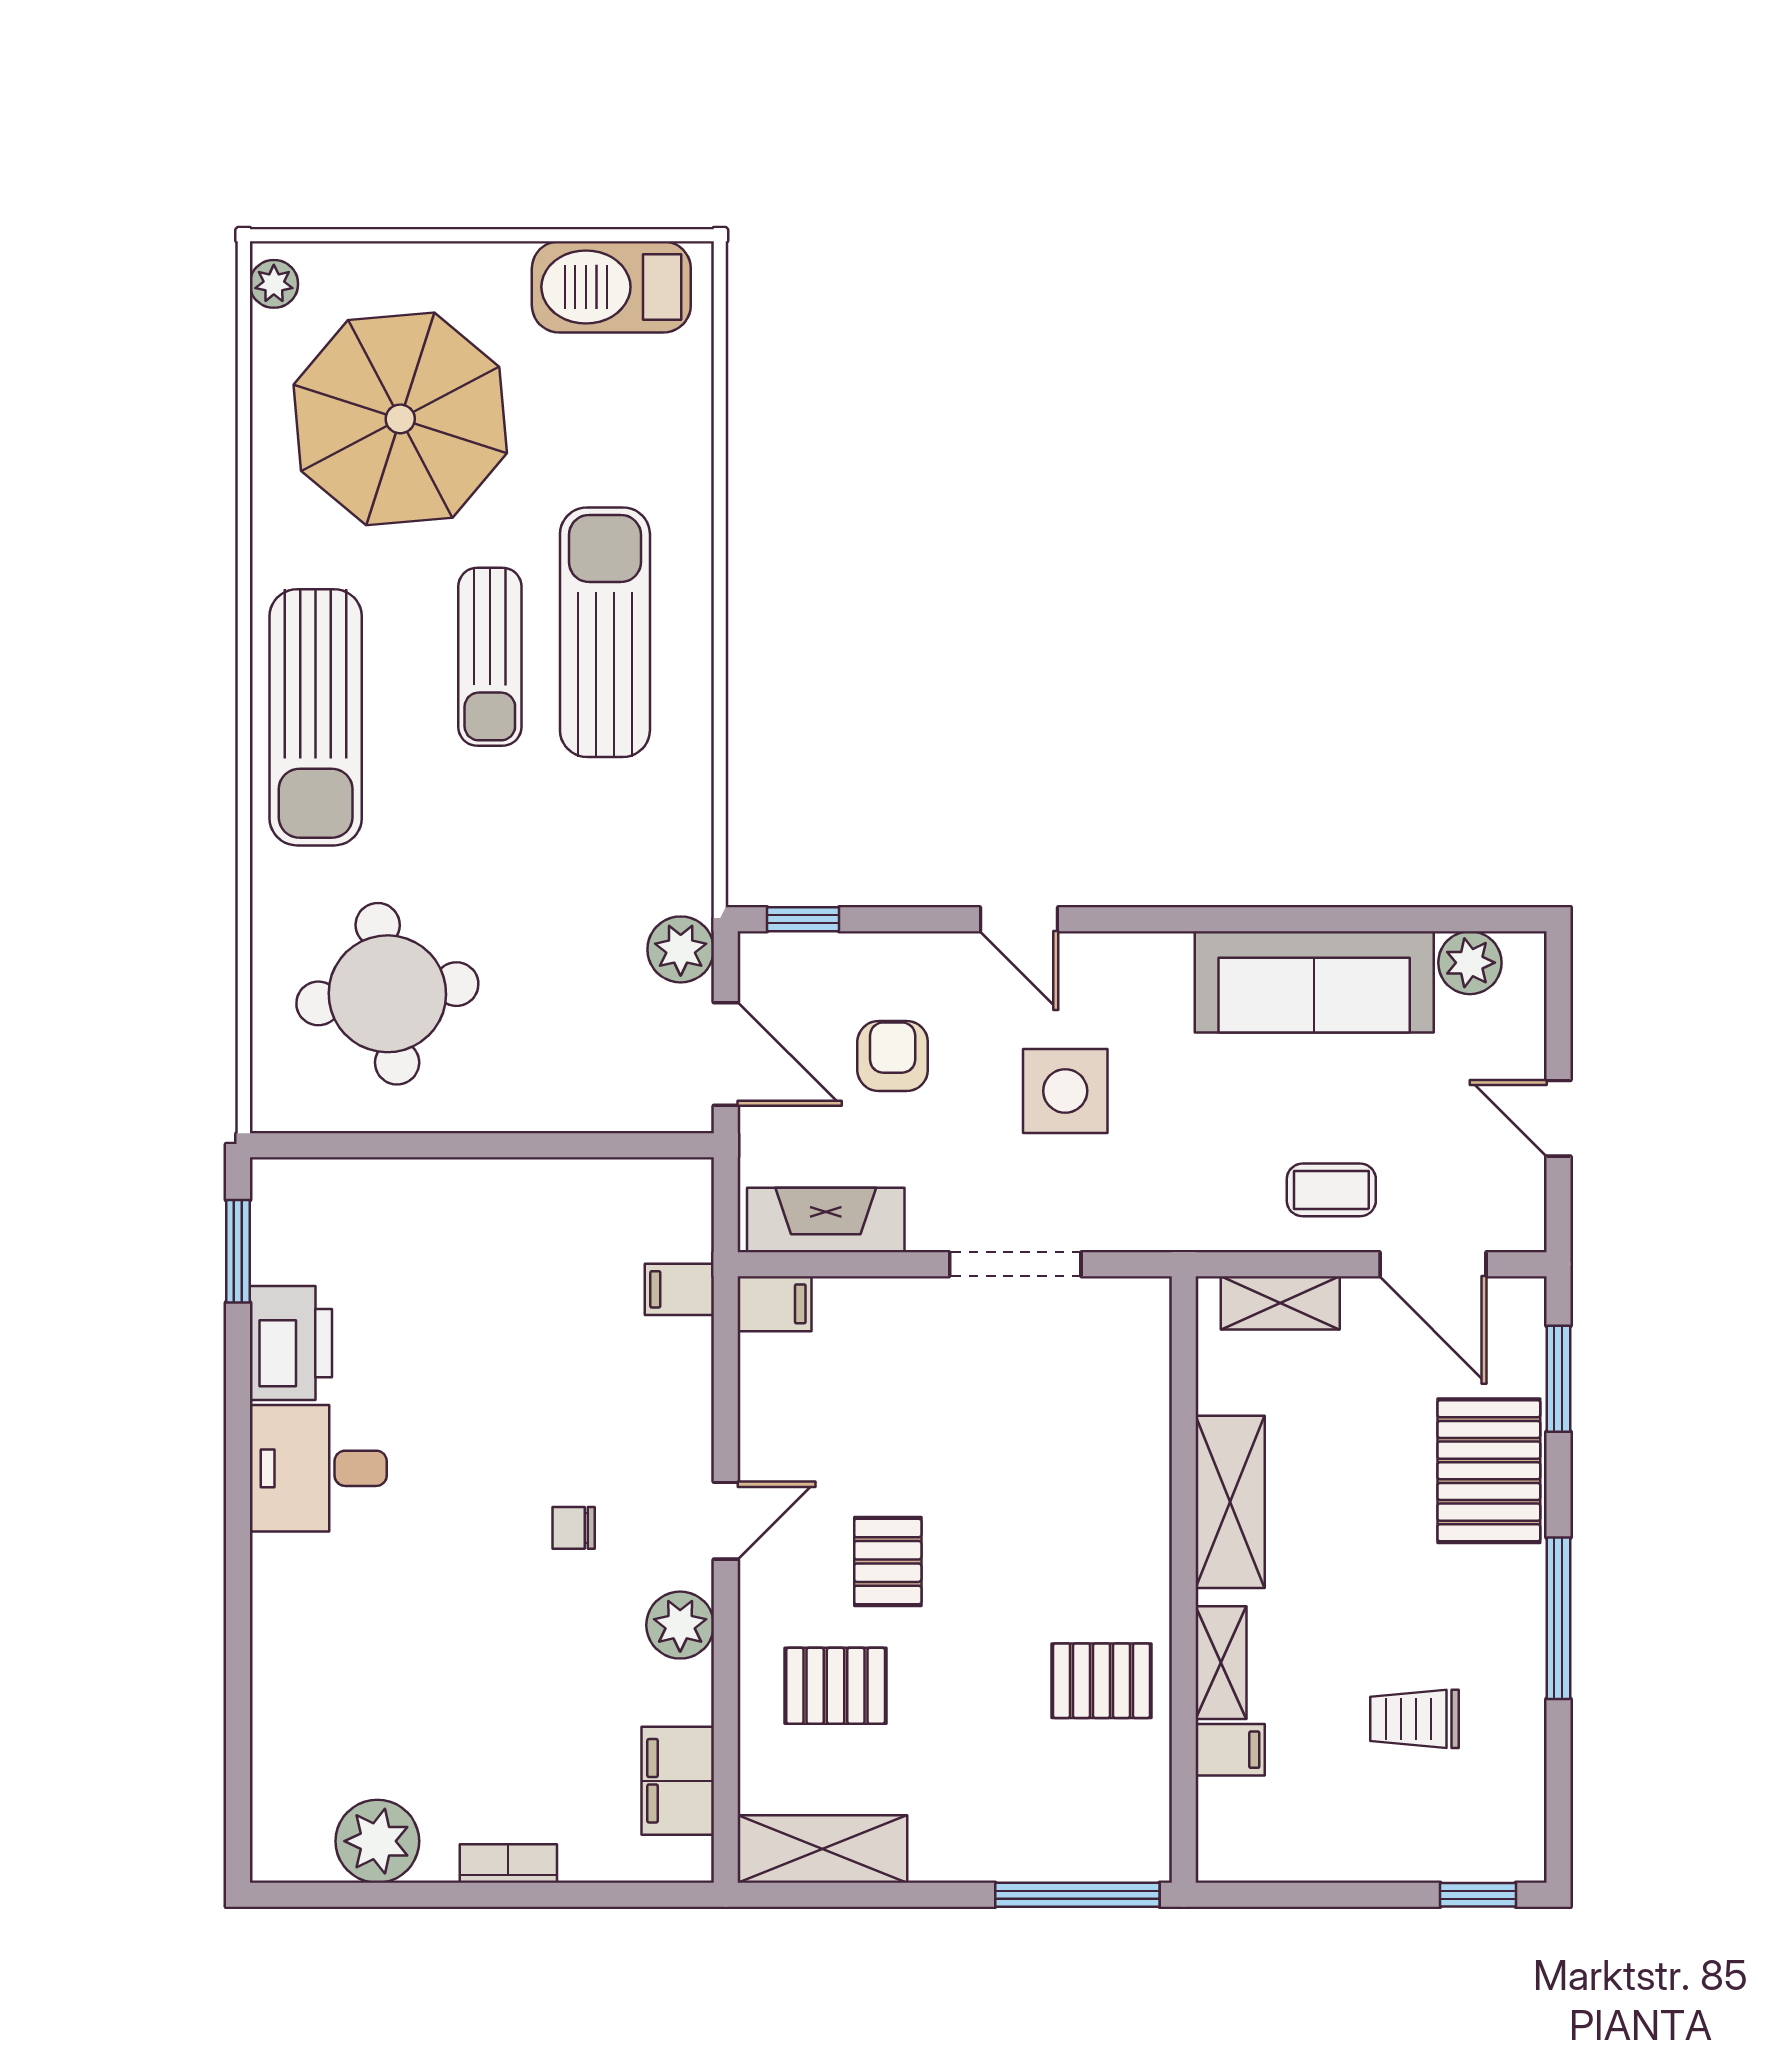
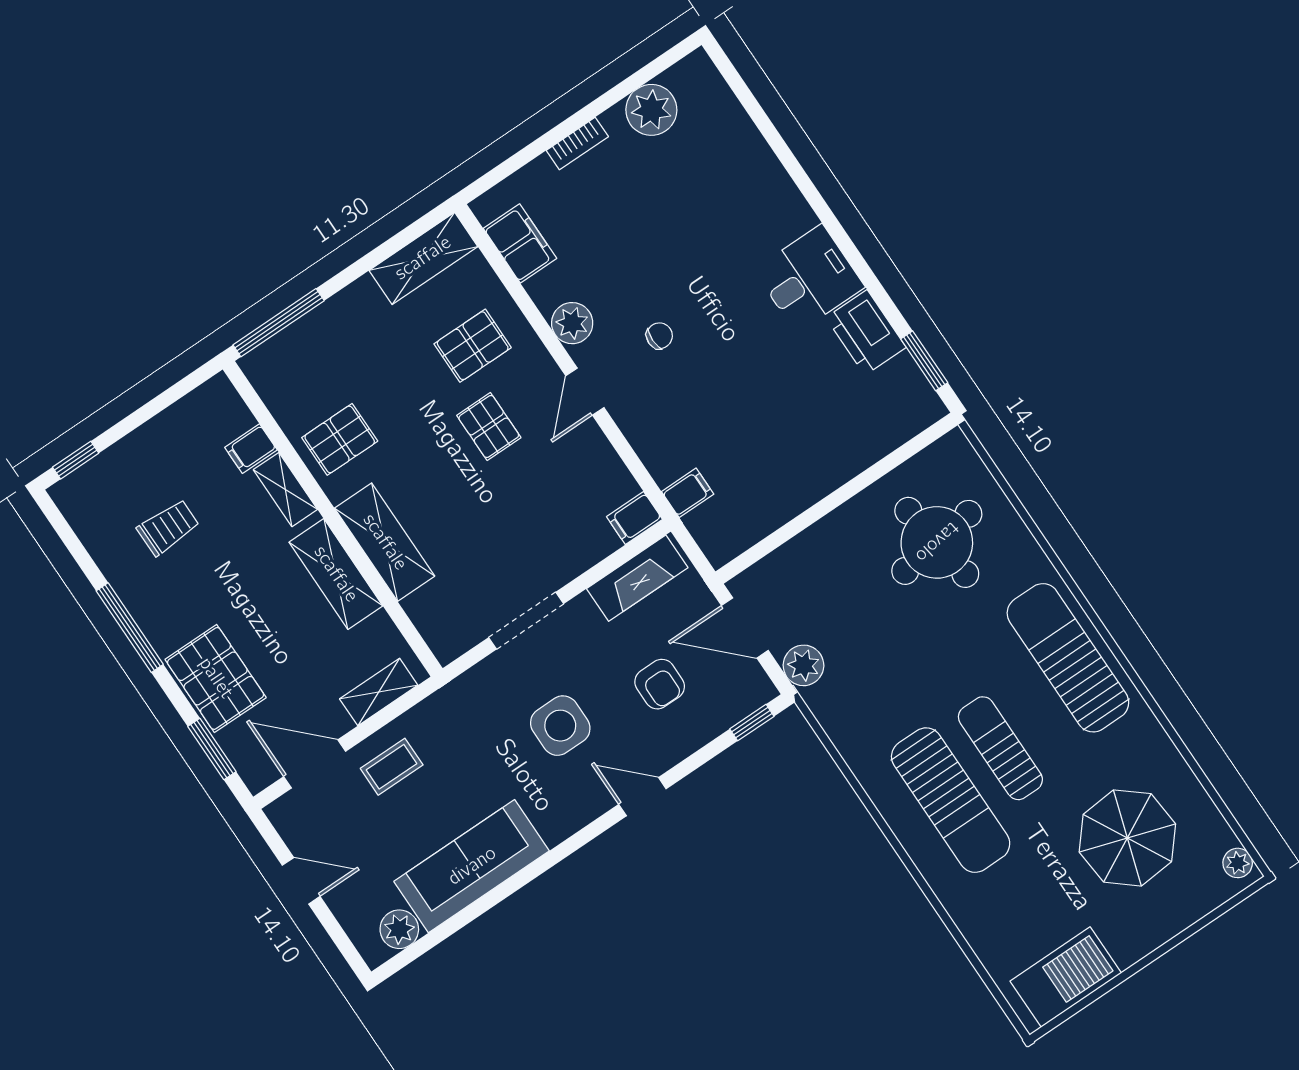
parasol: (400, 419) -> (1127, 838), width x0.73, depth x0.73
shelving: (1135, 1500) -> (385, 542), added

